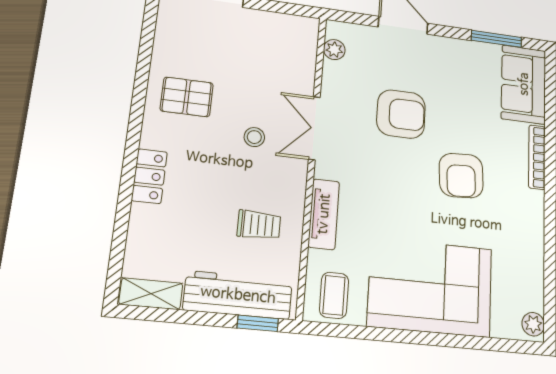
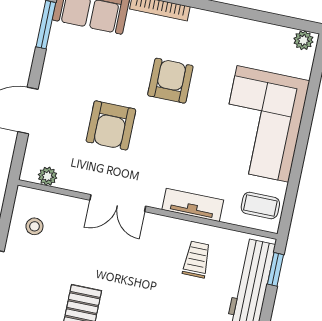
armchair: (401, 114) -> (111, 125), turned 180
stool: (254, 137) -> (34, 226), moved
armchair: (461, 176) -> (170, 81), turned -87

